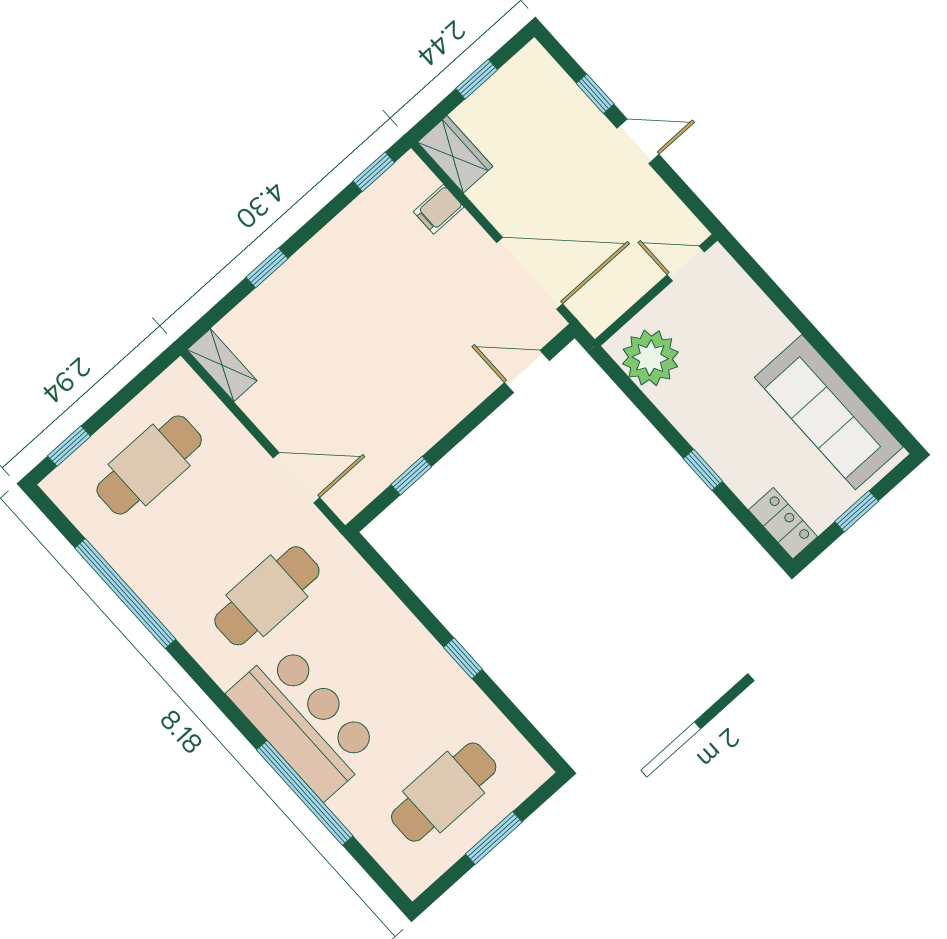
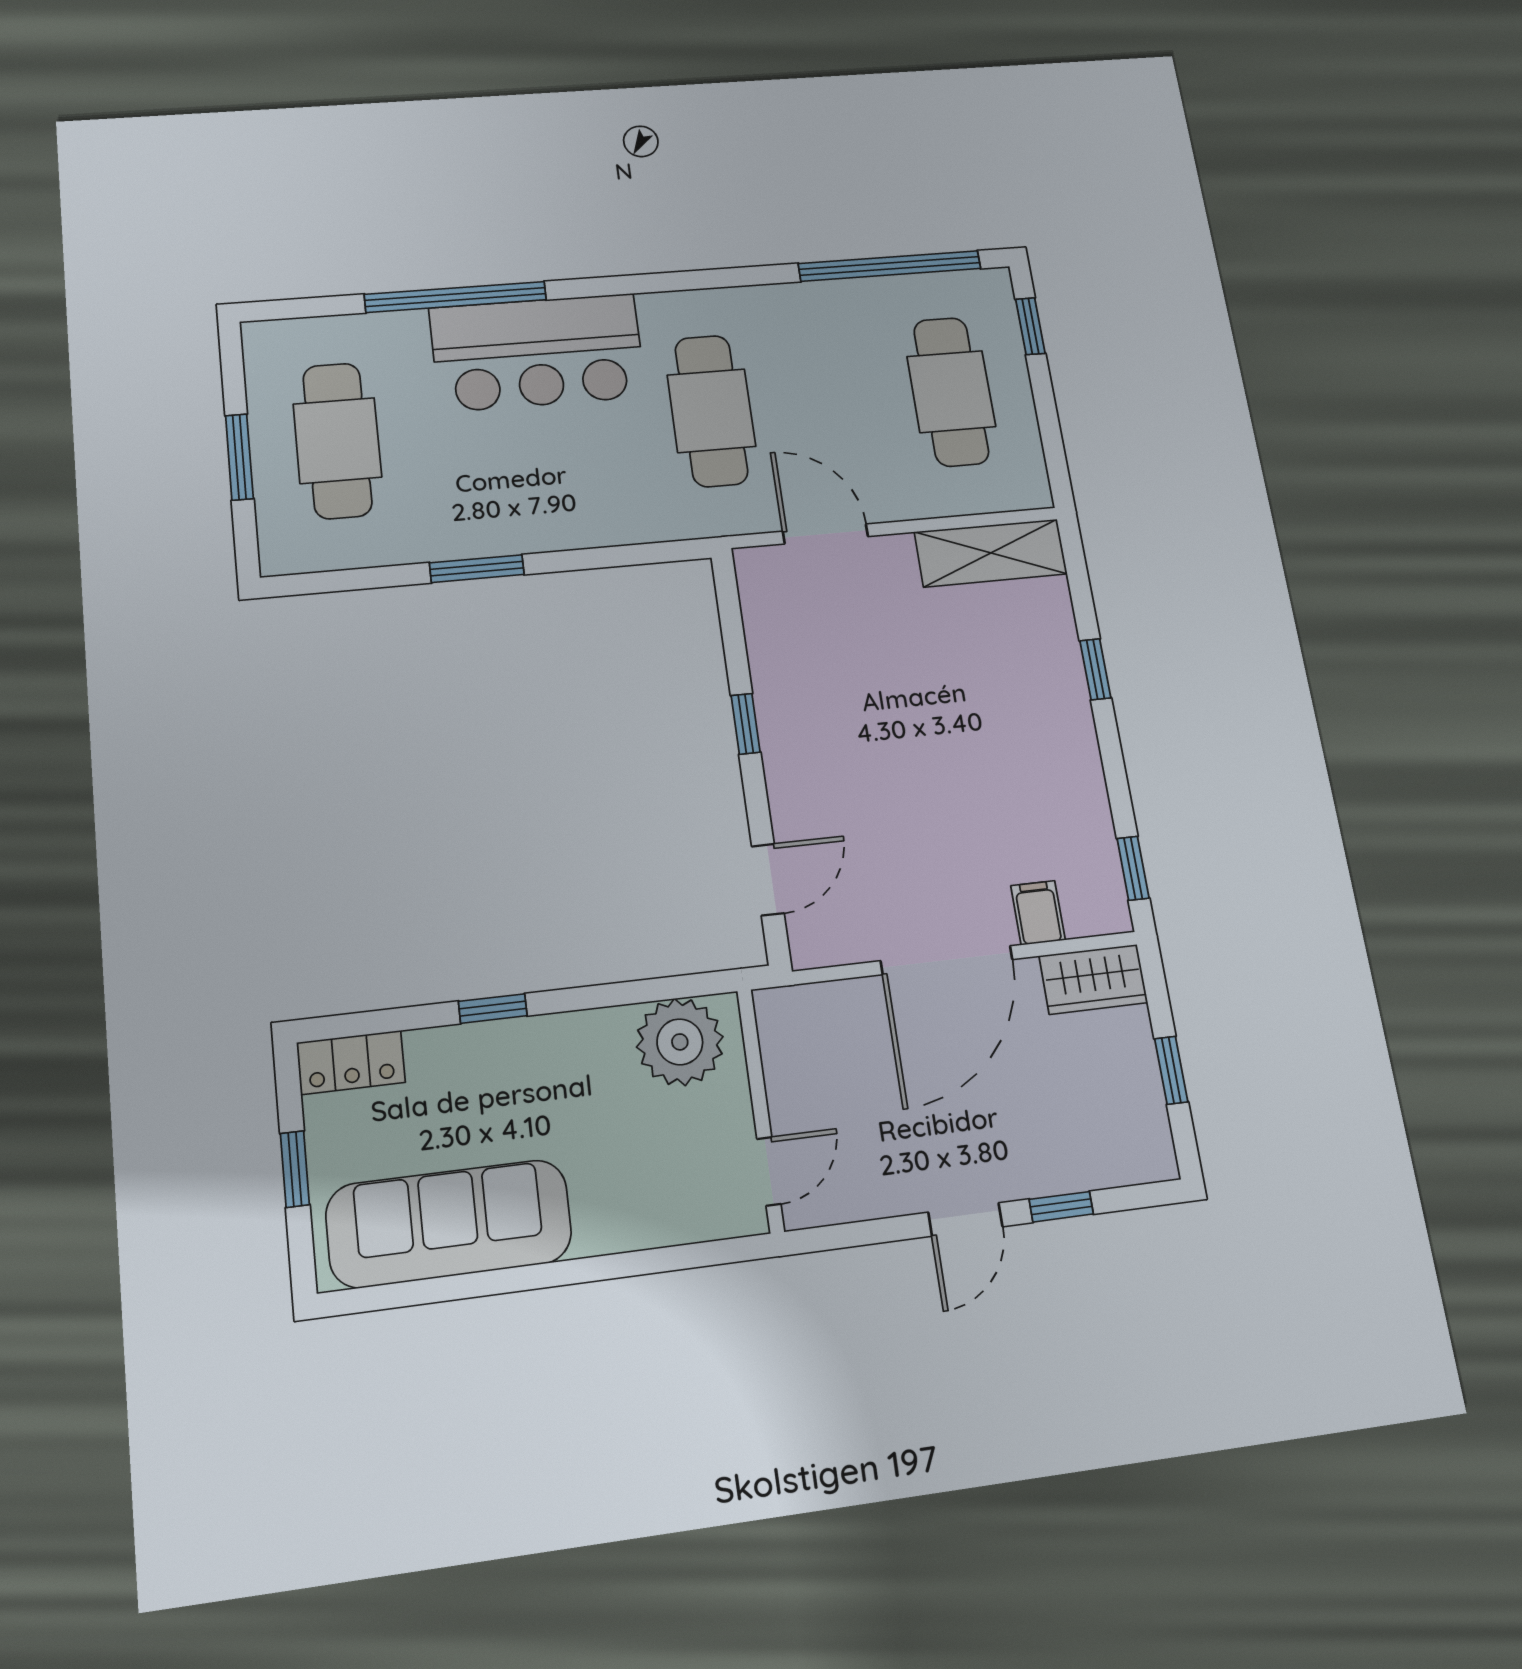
door: (530, 273) -> (947, 960), moved
shelving: (222, 365) -> (991, 553), width x1.50, depth x1.33
window: (411, 476) -> (746, 724), moved
door: (296, 478) -> (825, 534), swing flipped
window: (125, 594) -> (890, 266), moved
window: (463, 658) -> (477, 569), width x1.50

